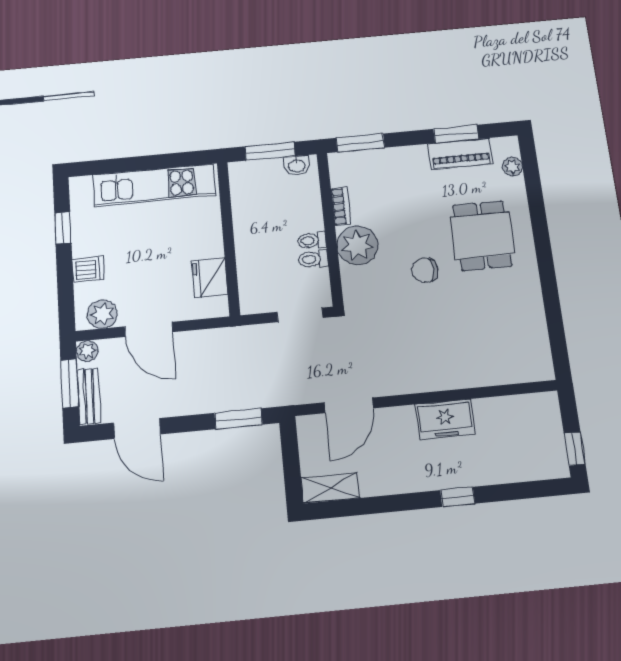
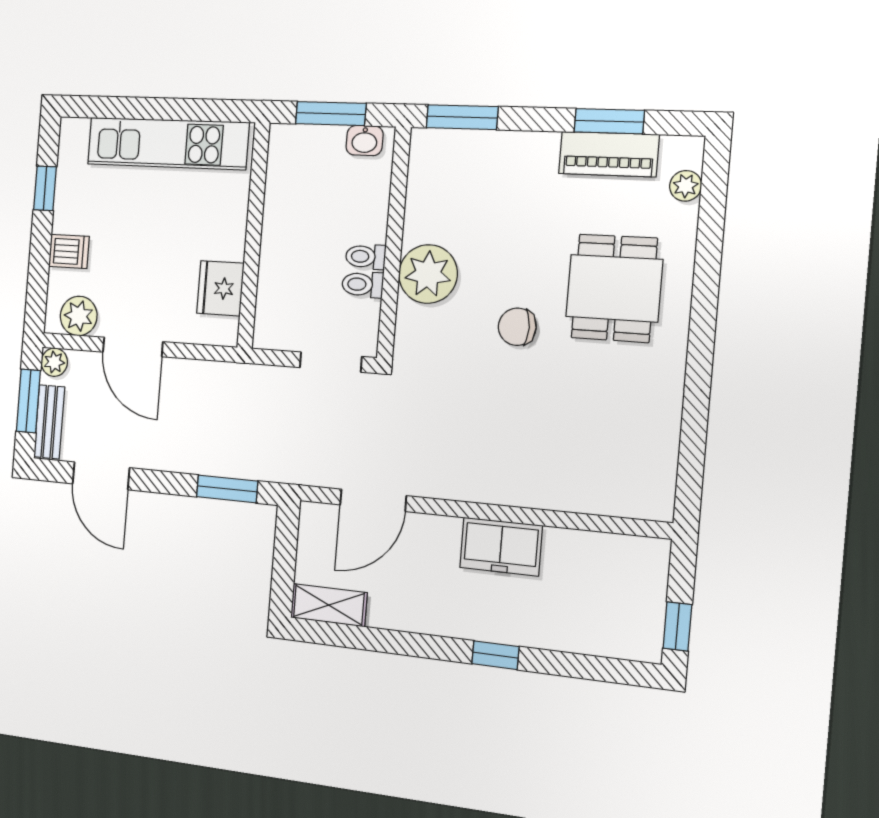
bookcase: (341, 206) -> (415, 212), removed

